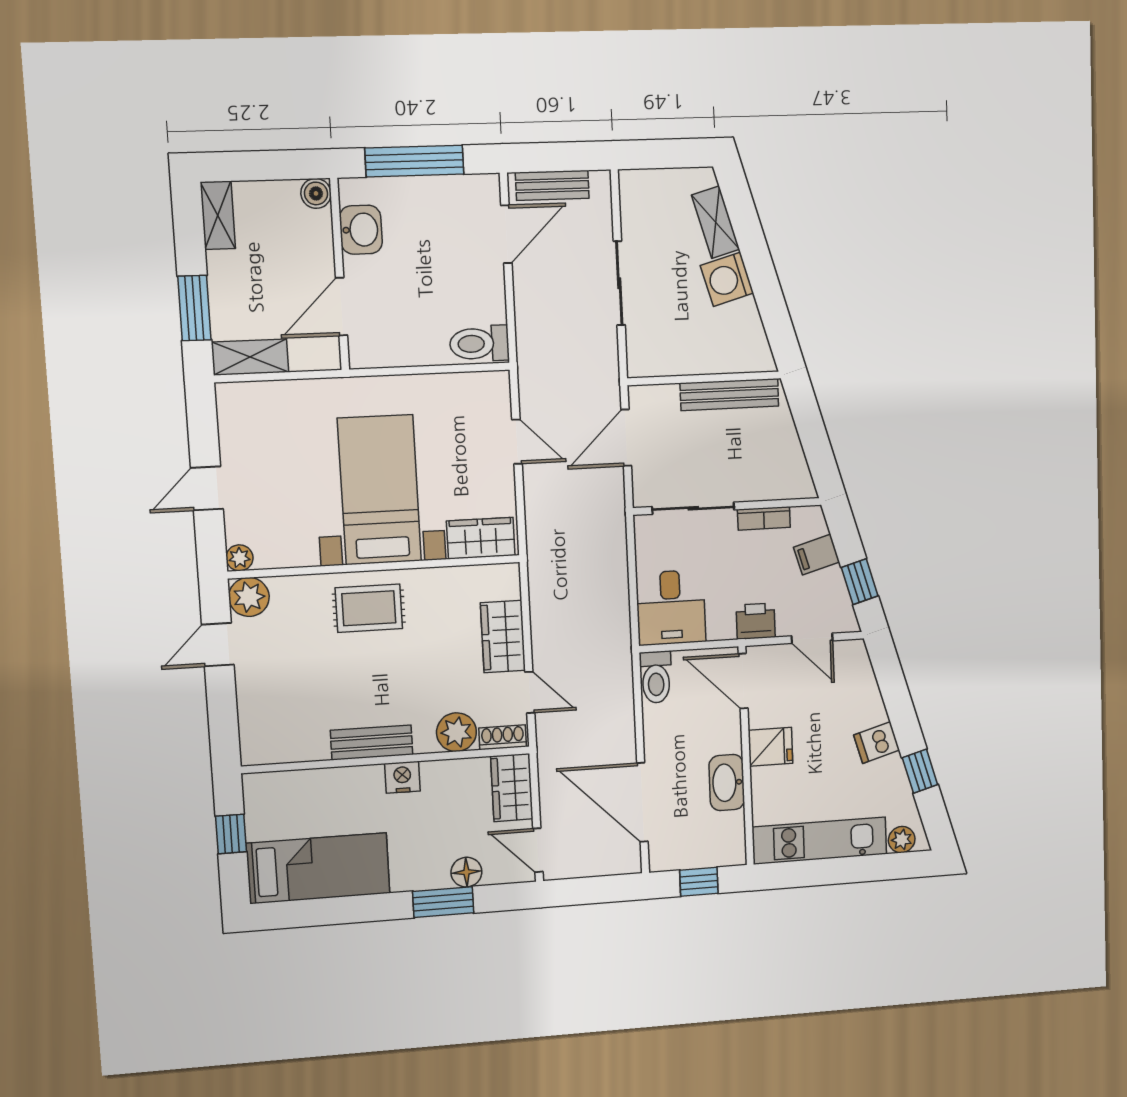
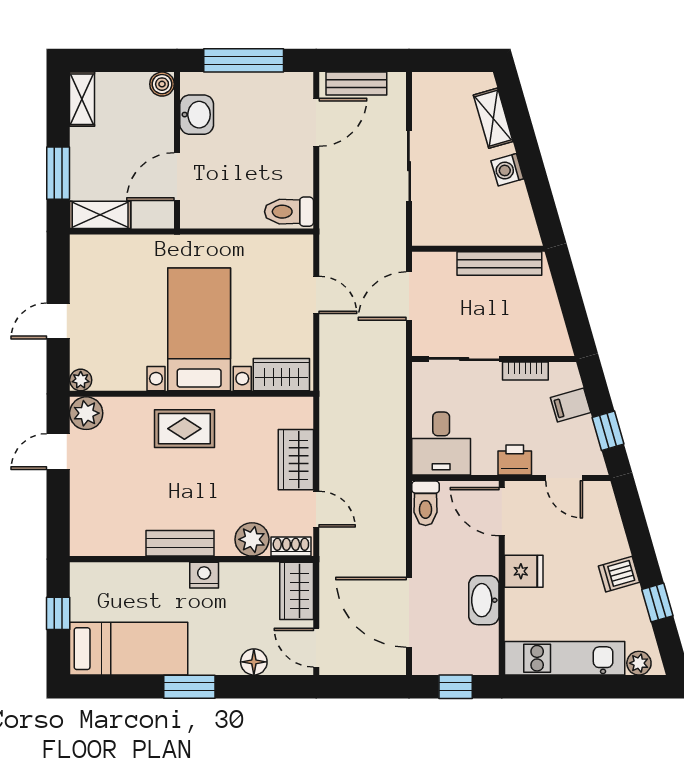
washing machine: (727, 279) -> (507, 170), width x0.73, depth x0.73
window: (443, 902) -> (189, 687), moved

